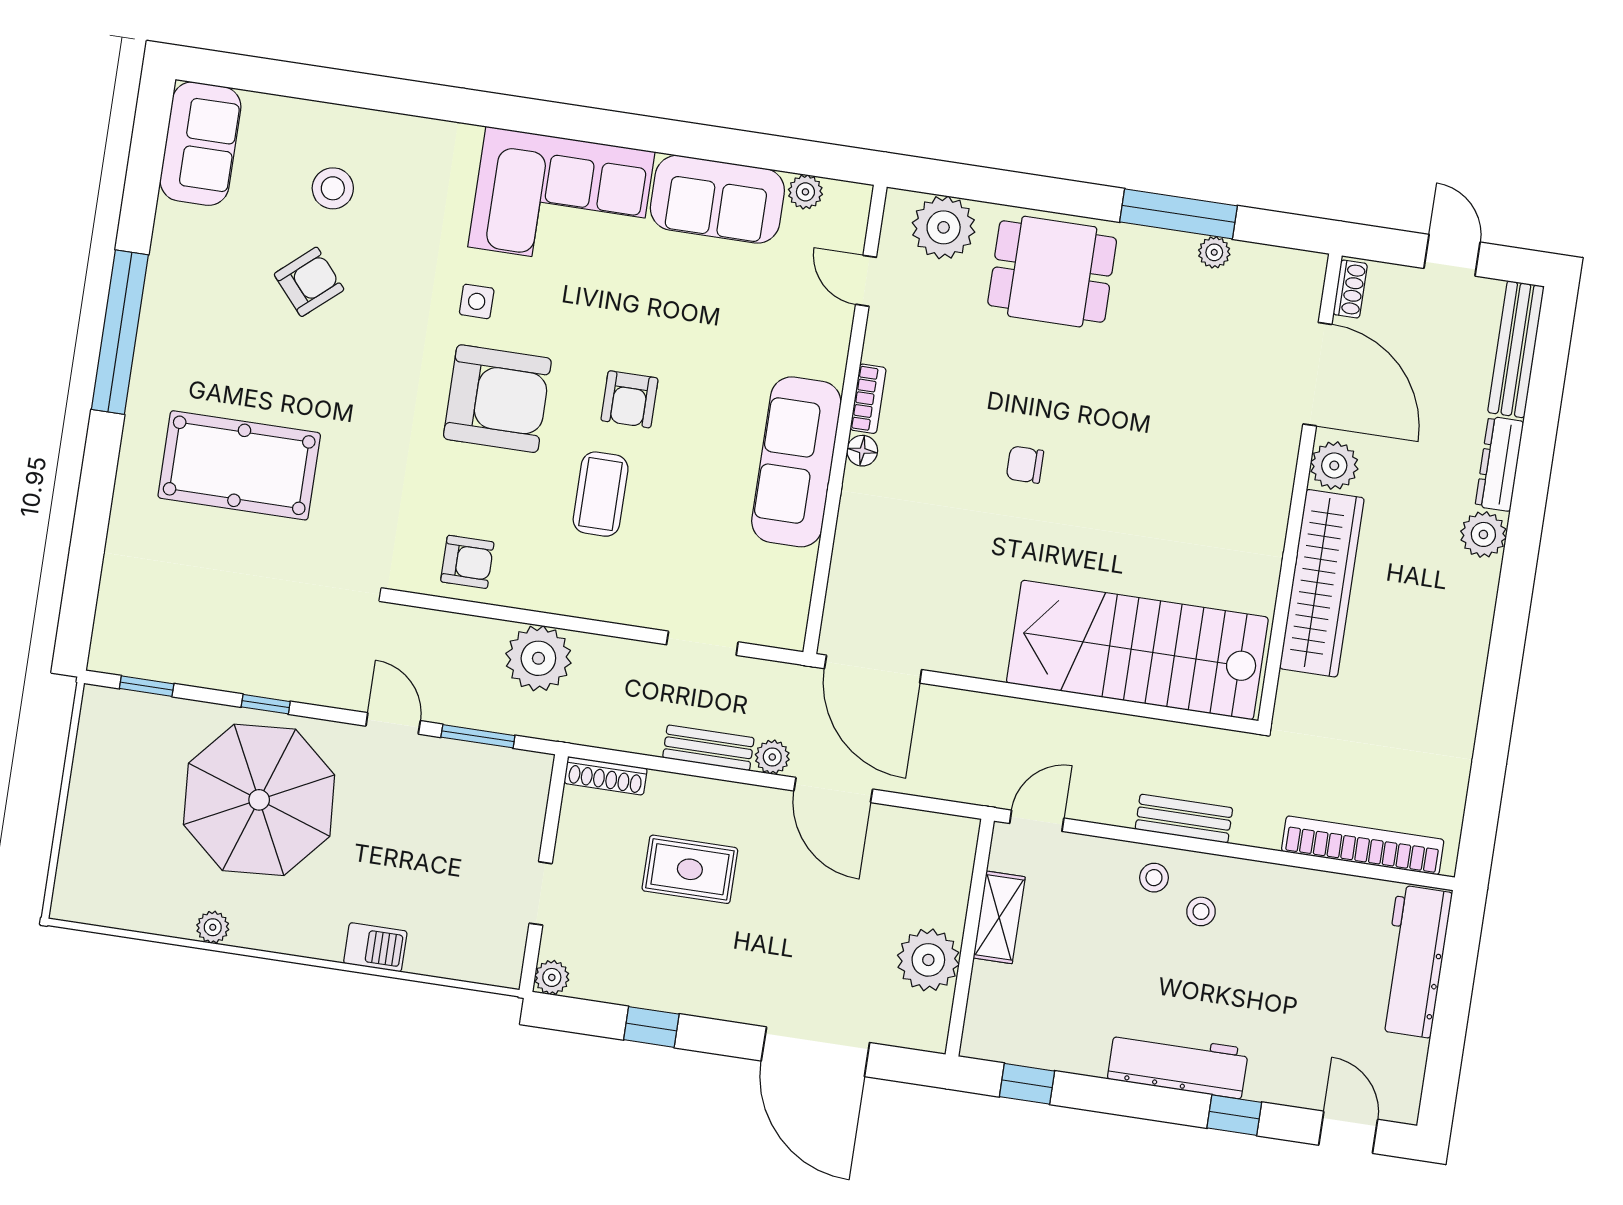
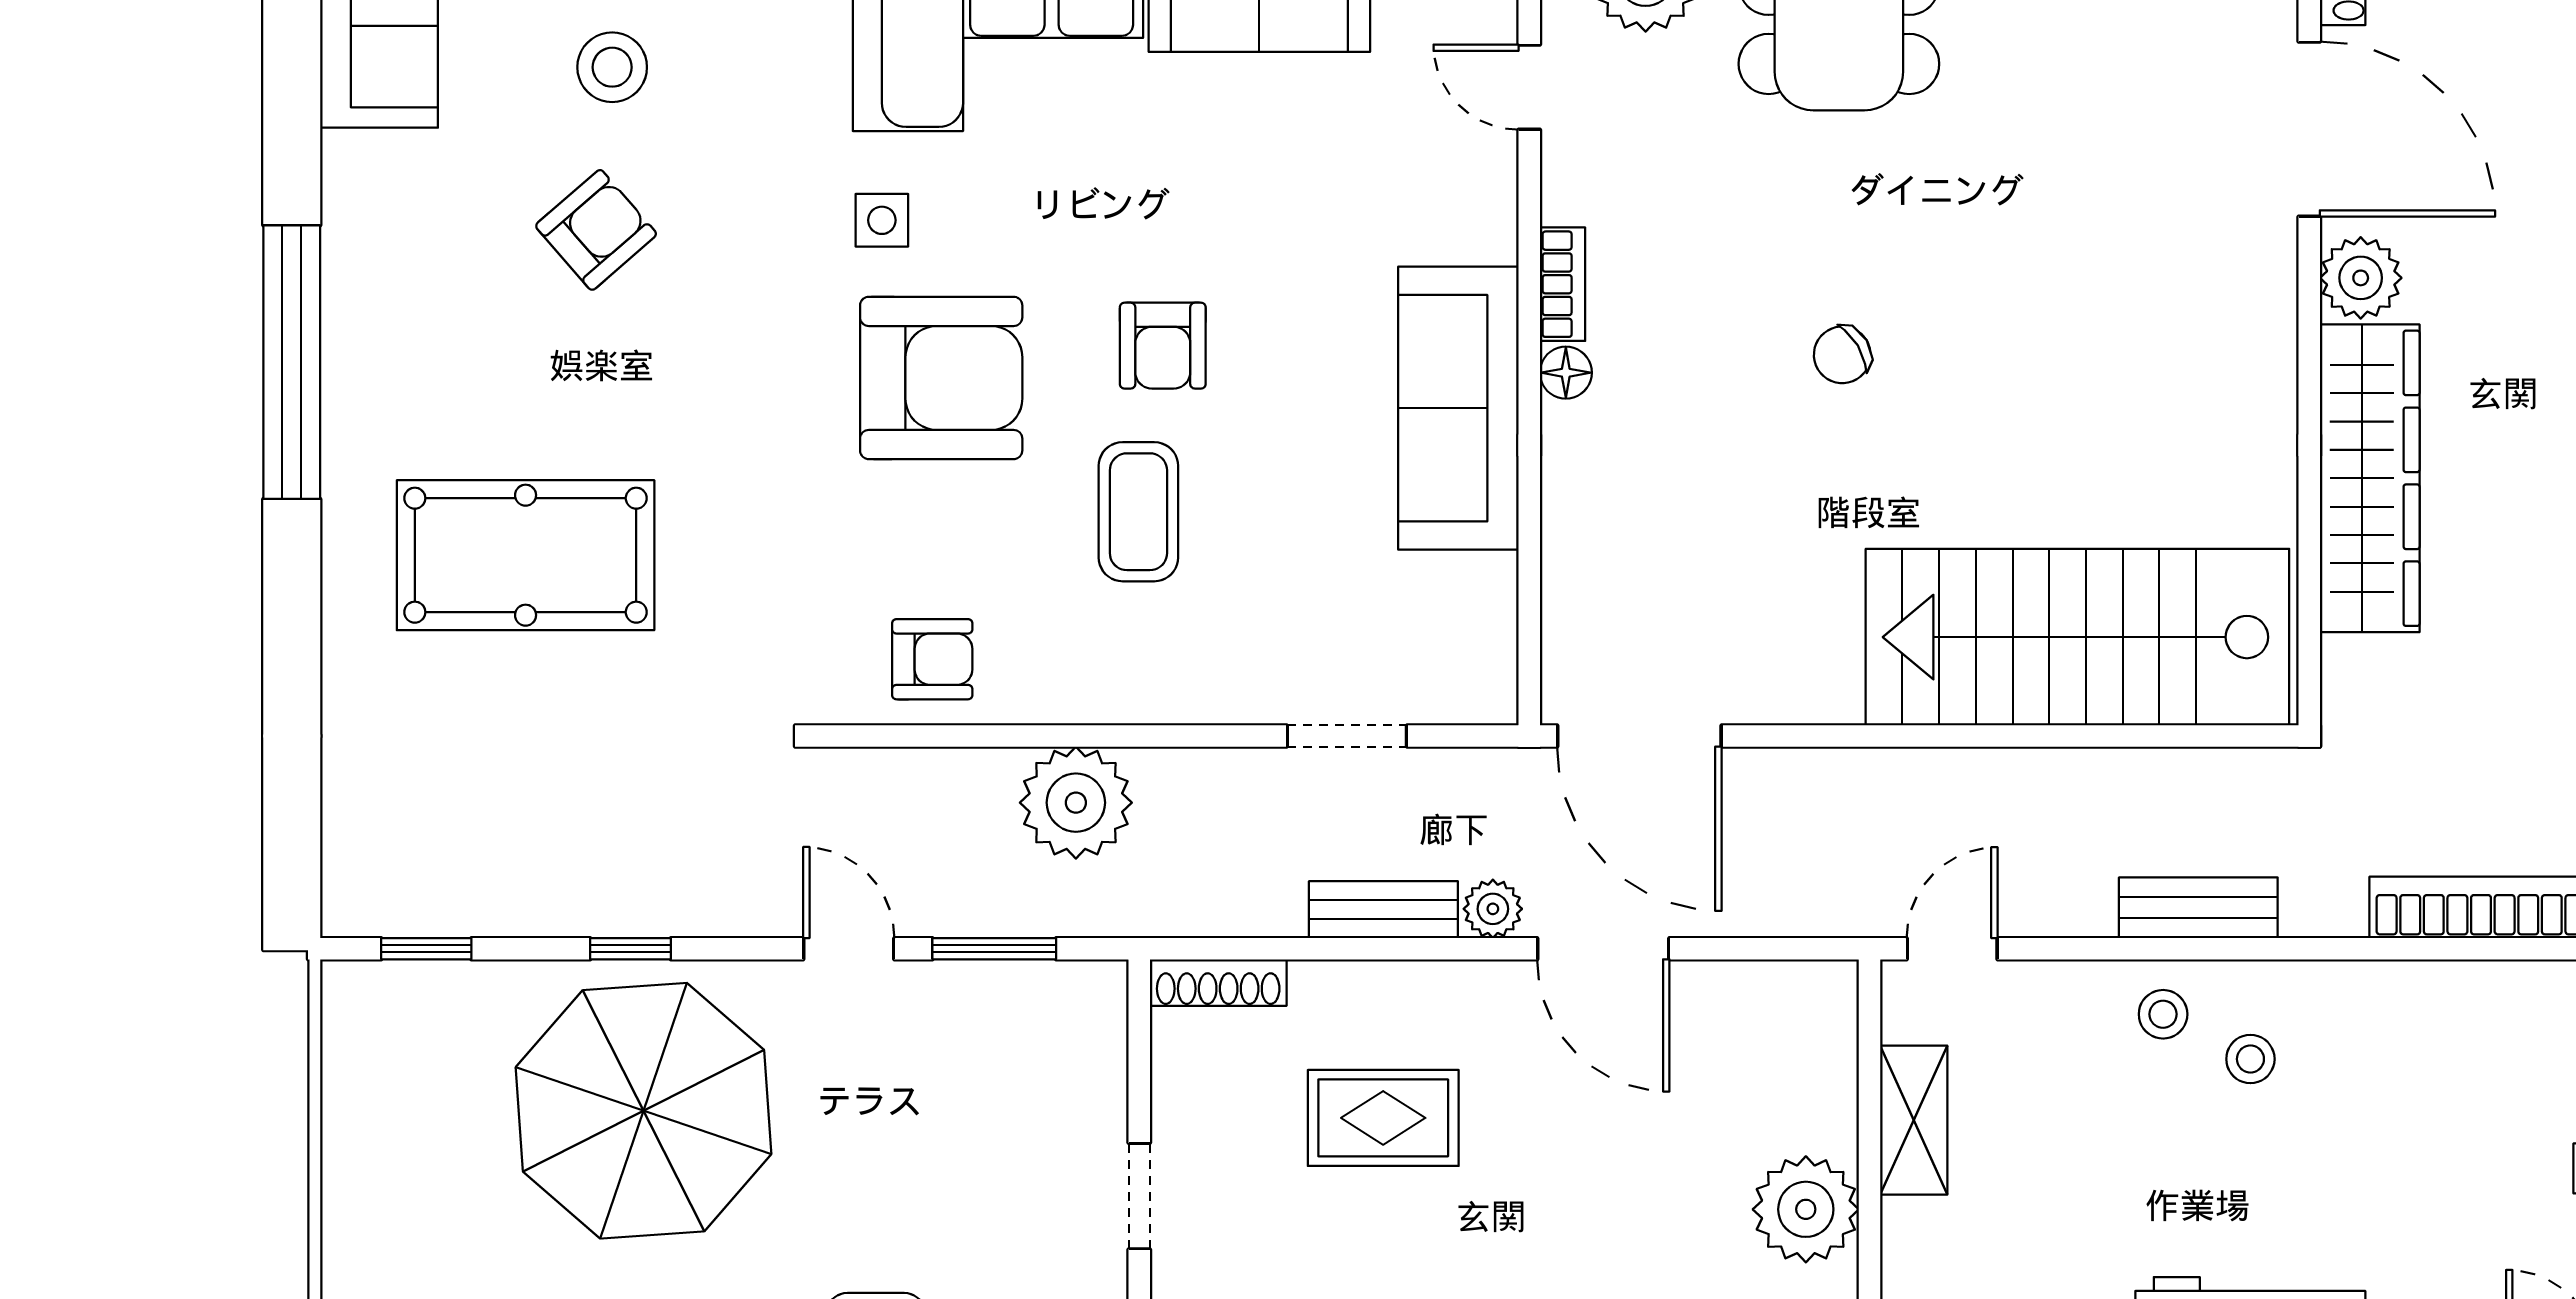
chair: (1025, 465) -> (1842, 355), turned -31

